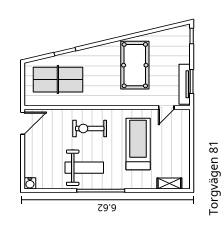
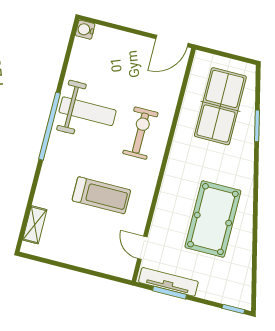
pool table: (135, 65) -> (213, 219), turned 90
door: (23, 123) -> (172, 41), hinge flipped
treadmill: (138, 144) -> (101, 195), width x0.73, depth x0.73
weight bench: (84, 168) -> (88, 111), turned -90

